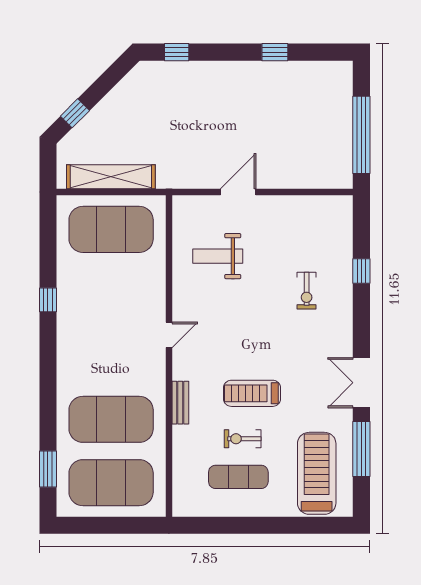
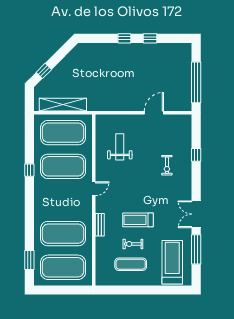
window: (177, 52) -> (124, 38), moved
door: (238, 192) -> (154, 113), moved
weight bench: (218, 256) -> (120, 147), turned 90
exercise mat: (111, 293) -> (63, 166), added

